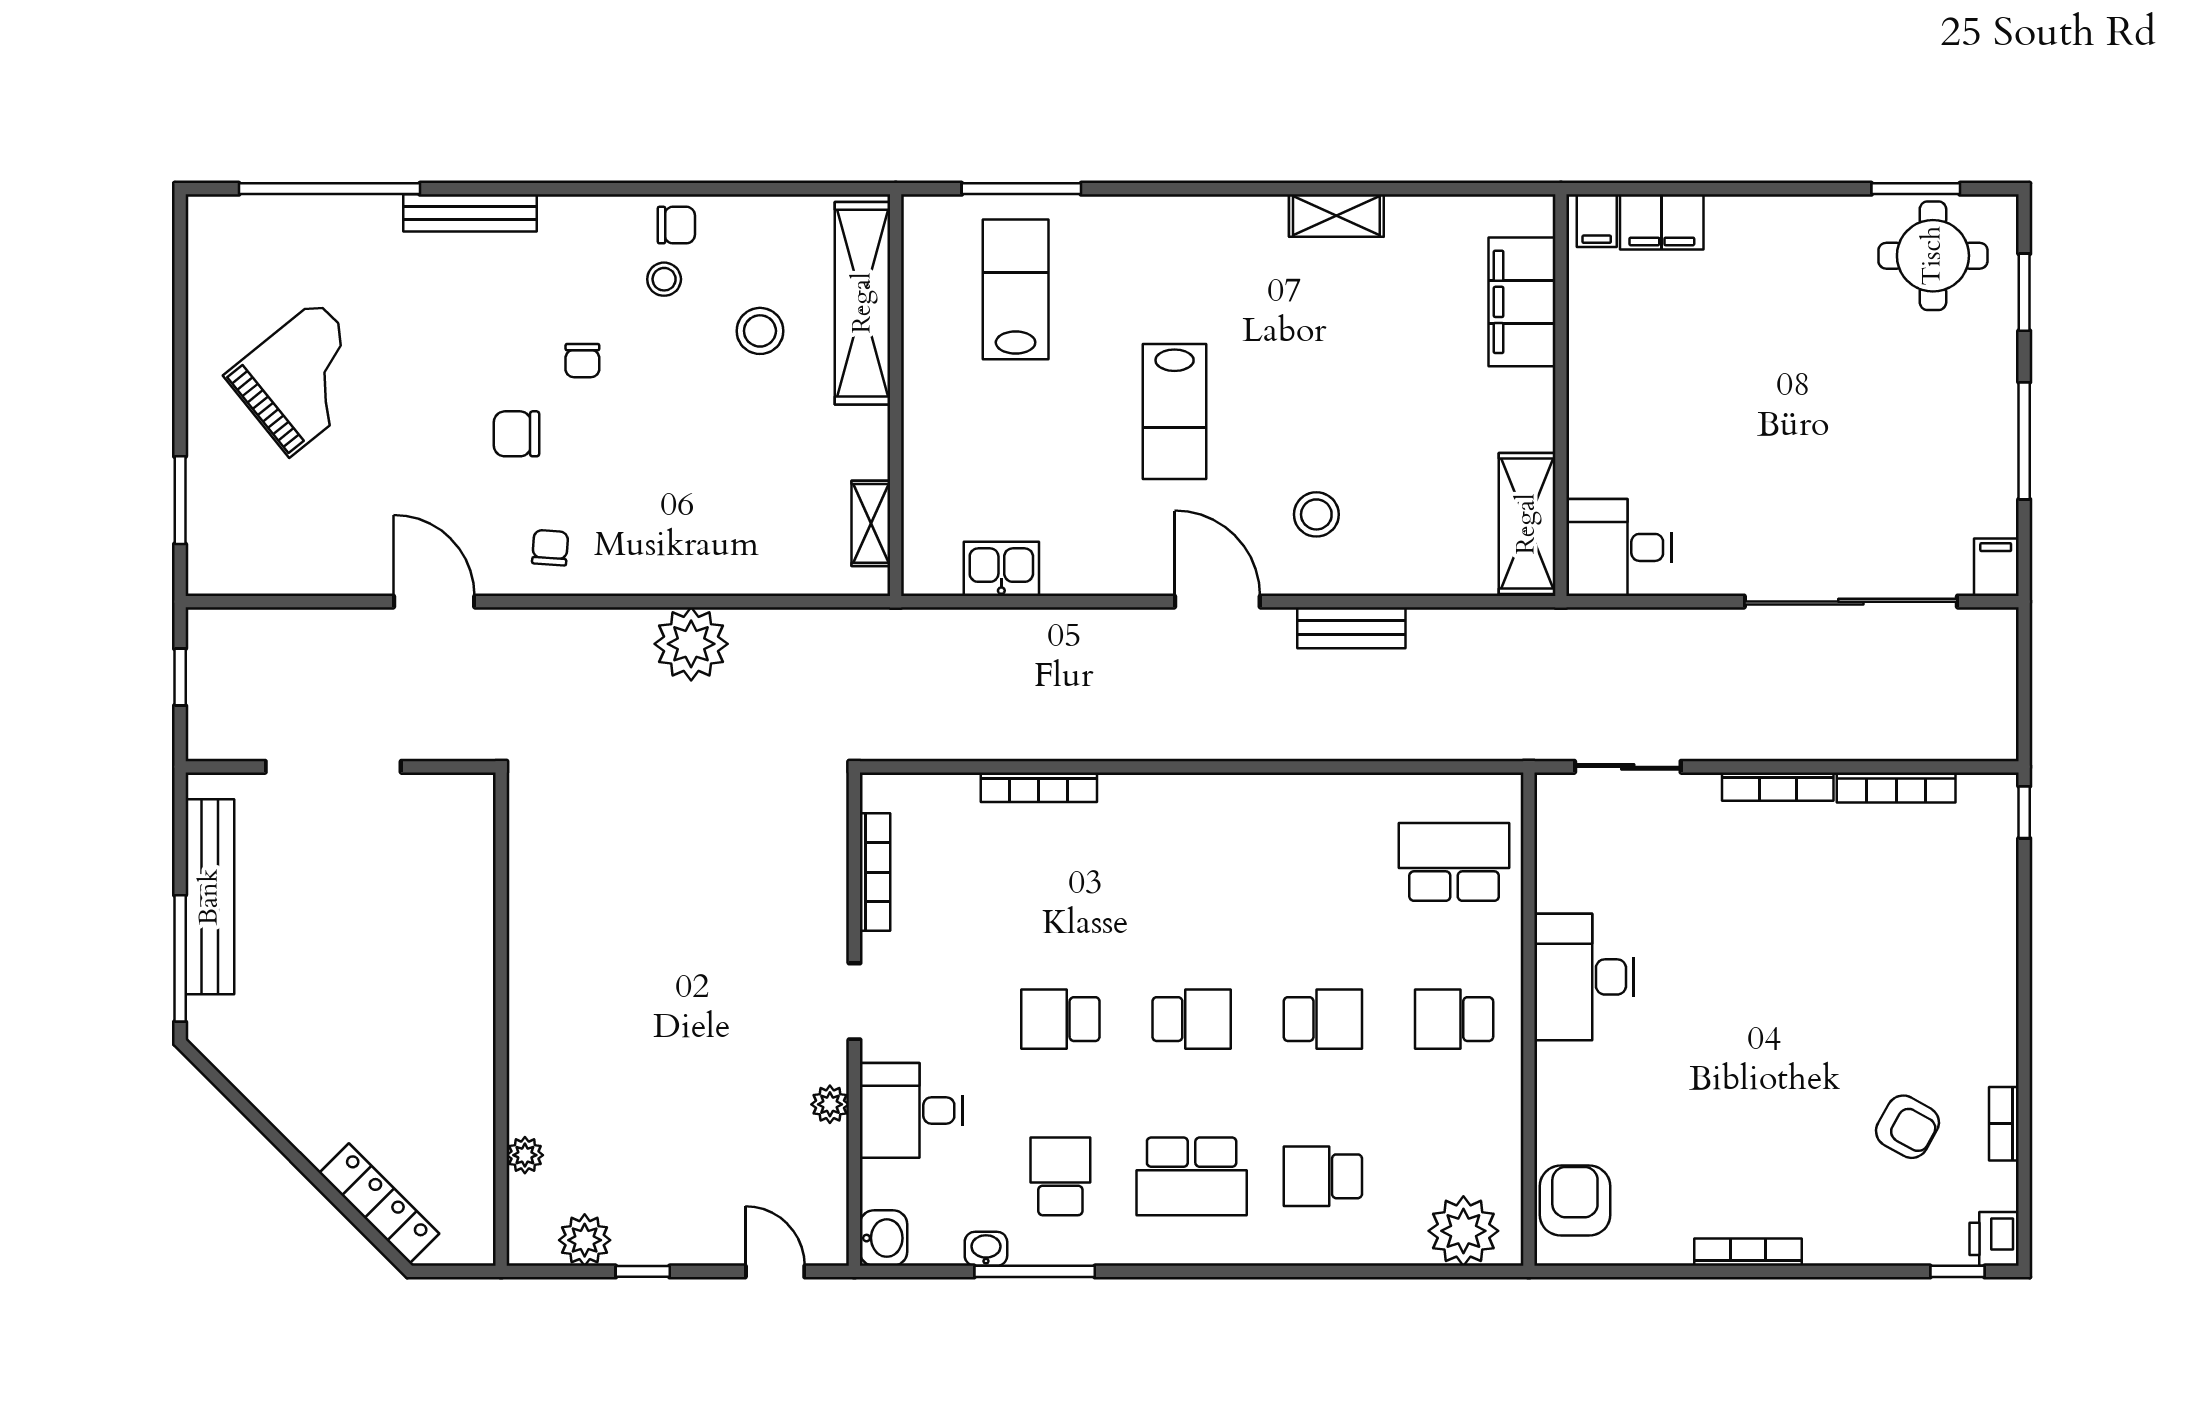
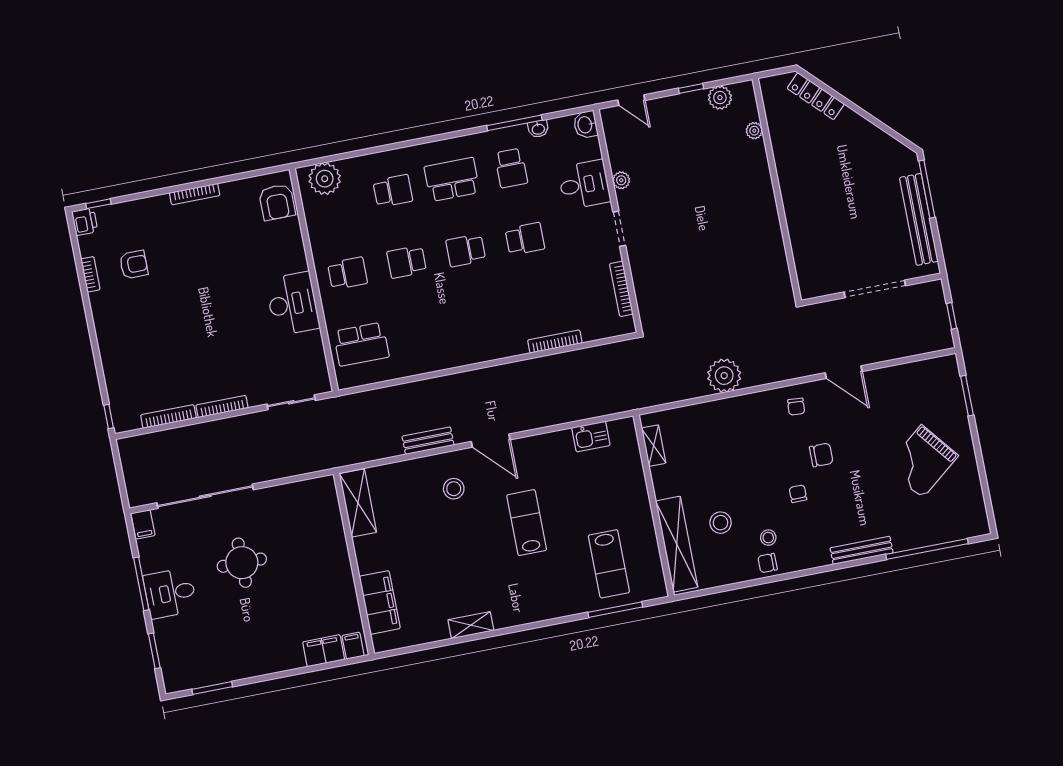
round table: (1933, 256) -> (242, 563), moved
desk: (1619, 547) -> (170, 593), moved, turned 180
armchair: (1907, 1127) -> (134, 265), turned 151

